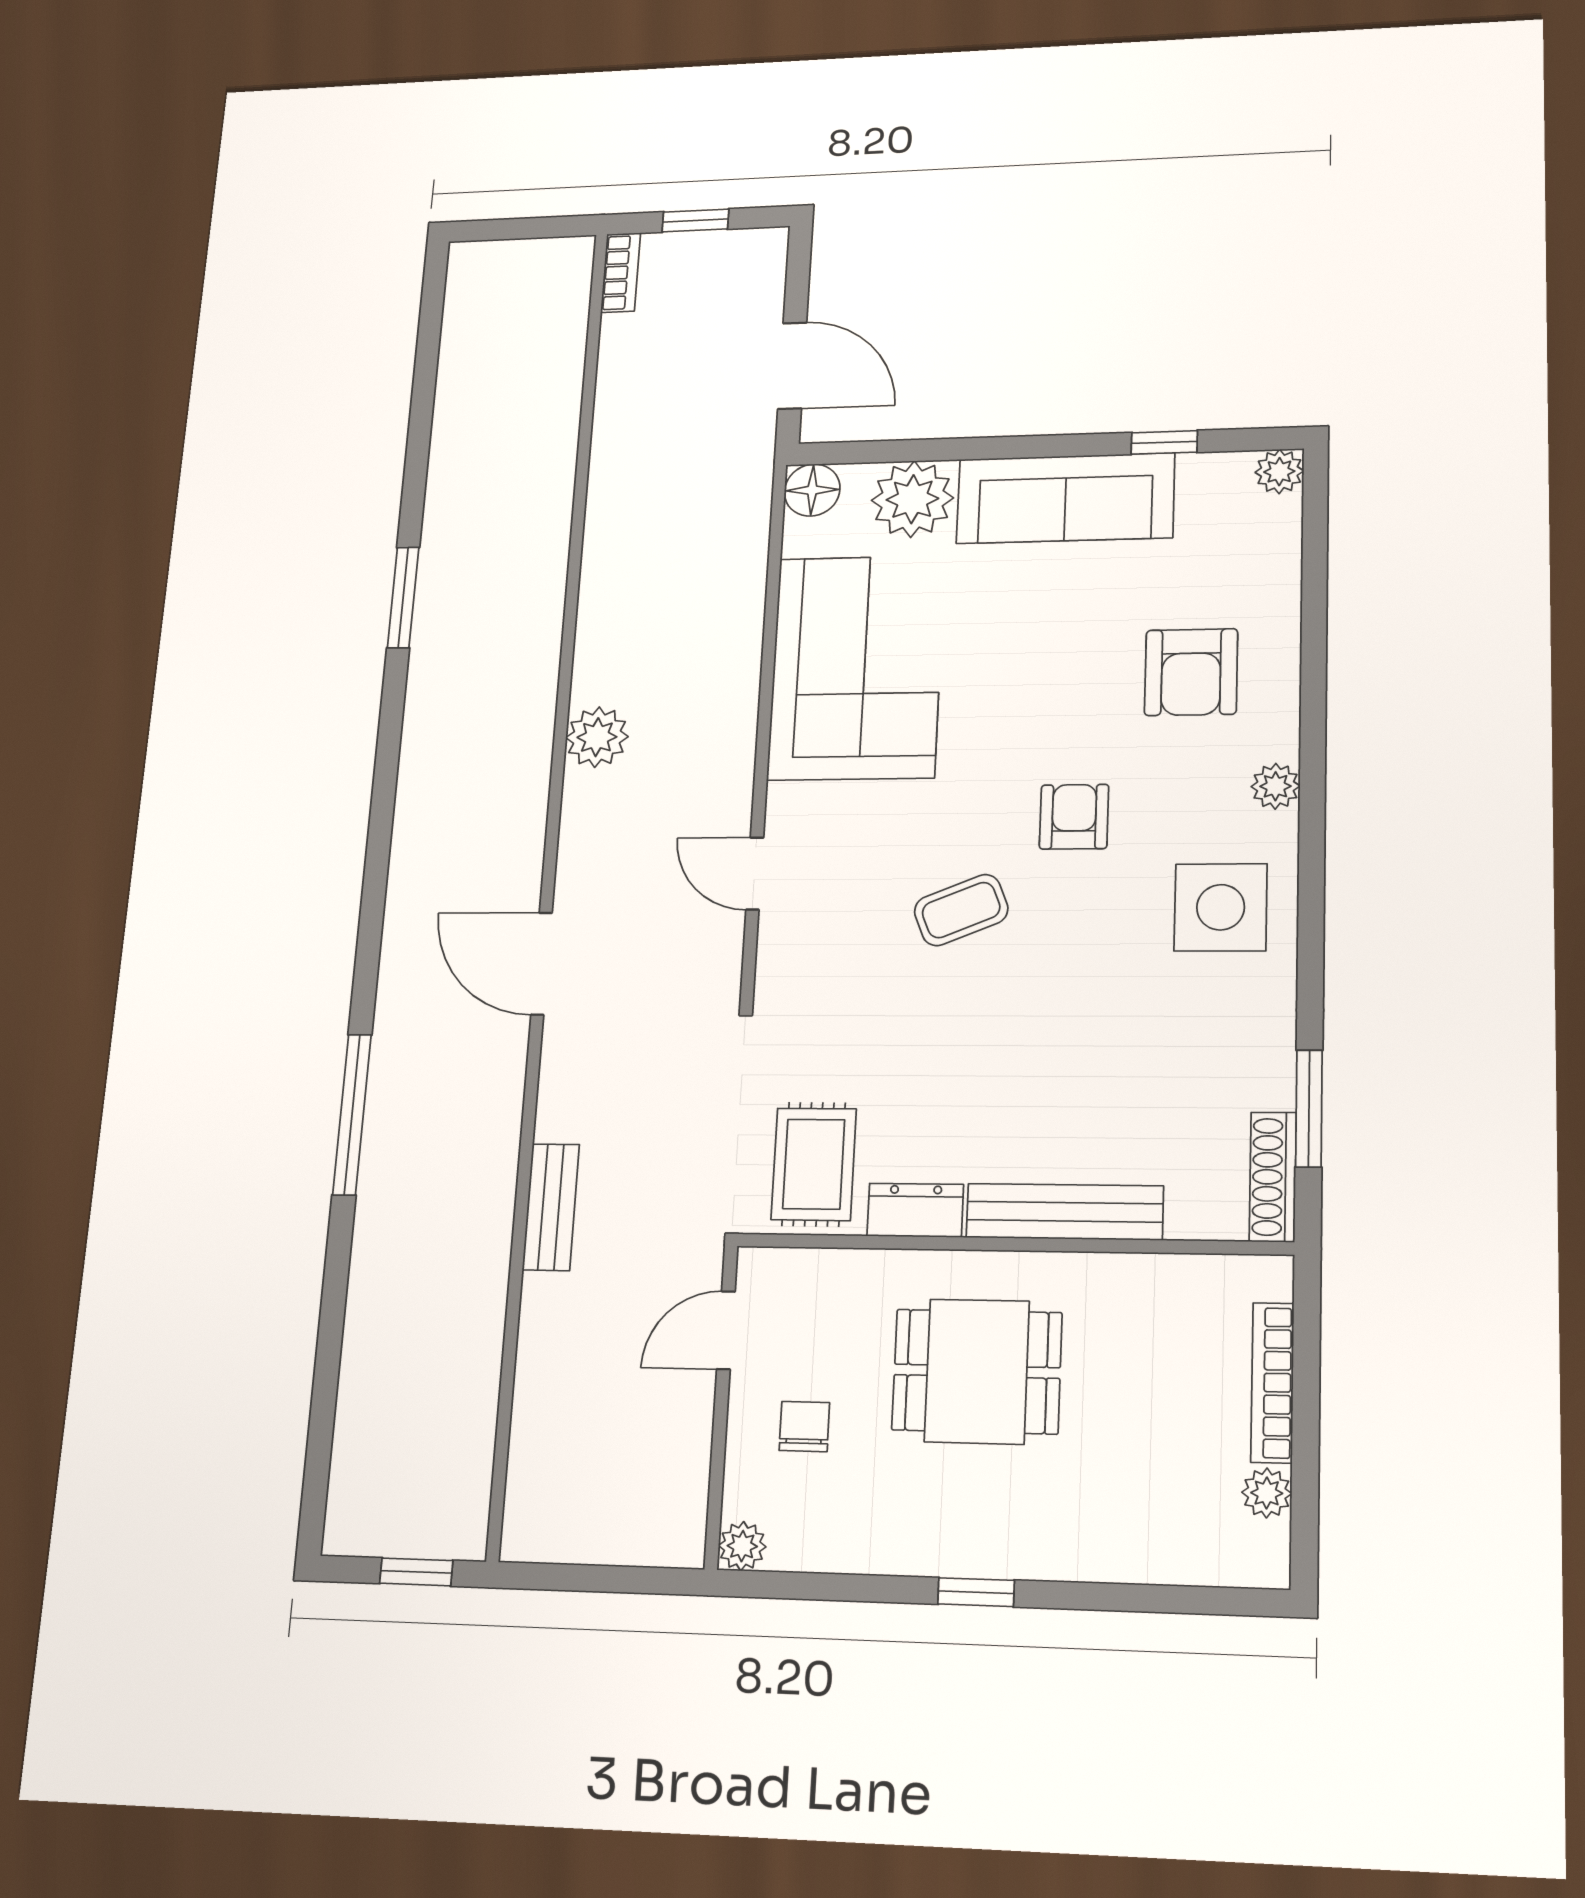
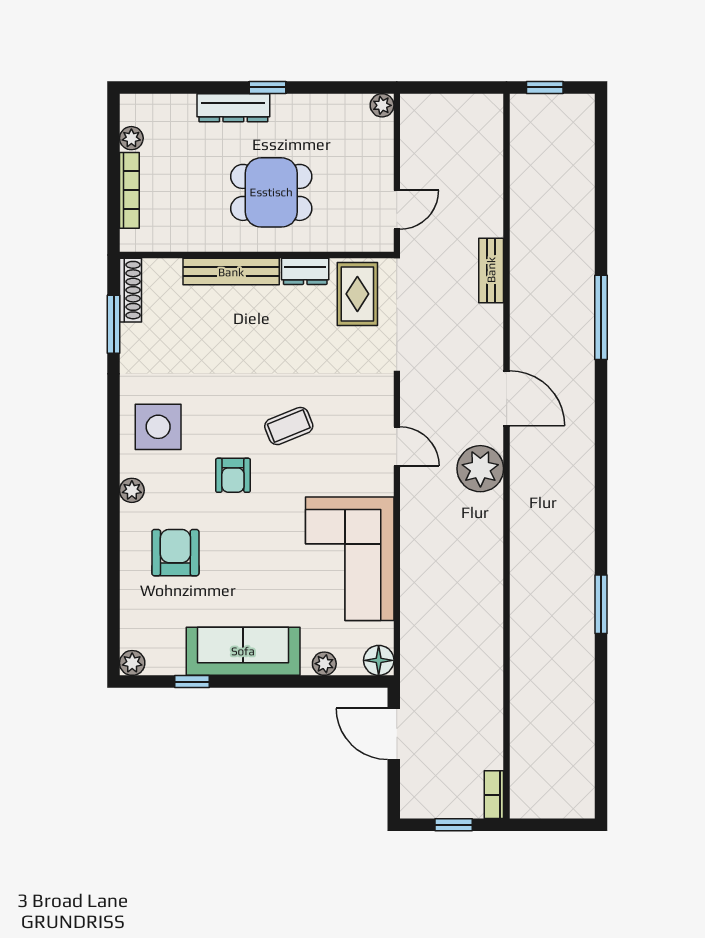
plant: (912, 499) -> (324, 664), width x0.53, depth x0.53
plant: (597, 737) -> (480, 469), moved, width x1.36, depth x1.36
chair: (804, 1427) -> (355, 164), removed
dresser: (1049, 1551) -> (233, 108), added

